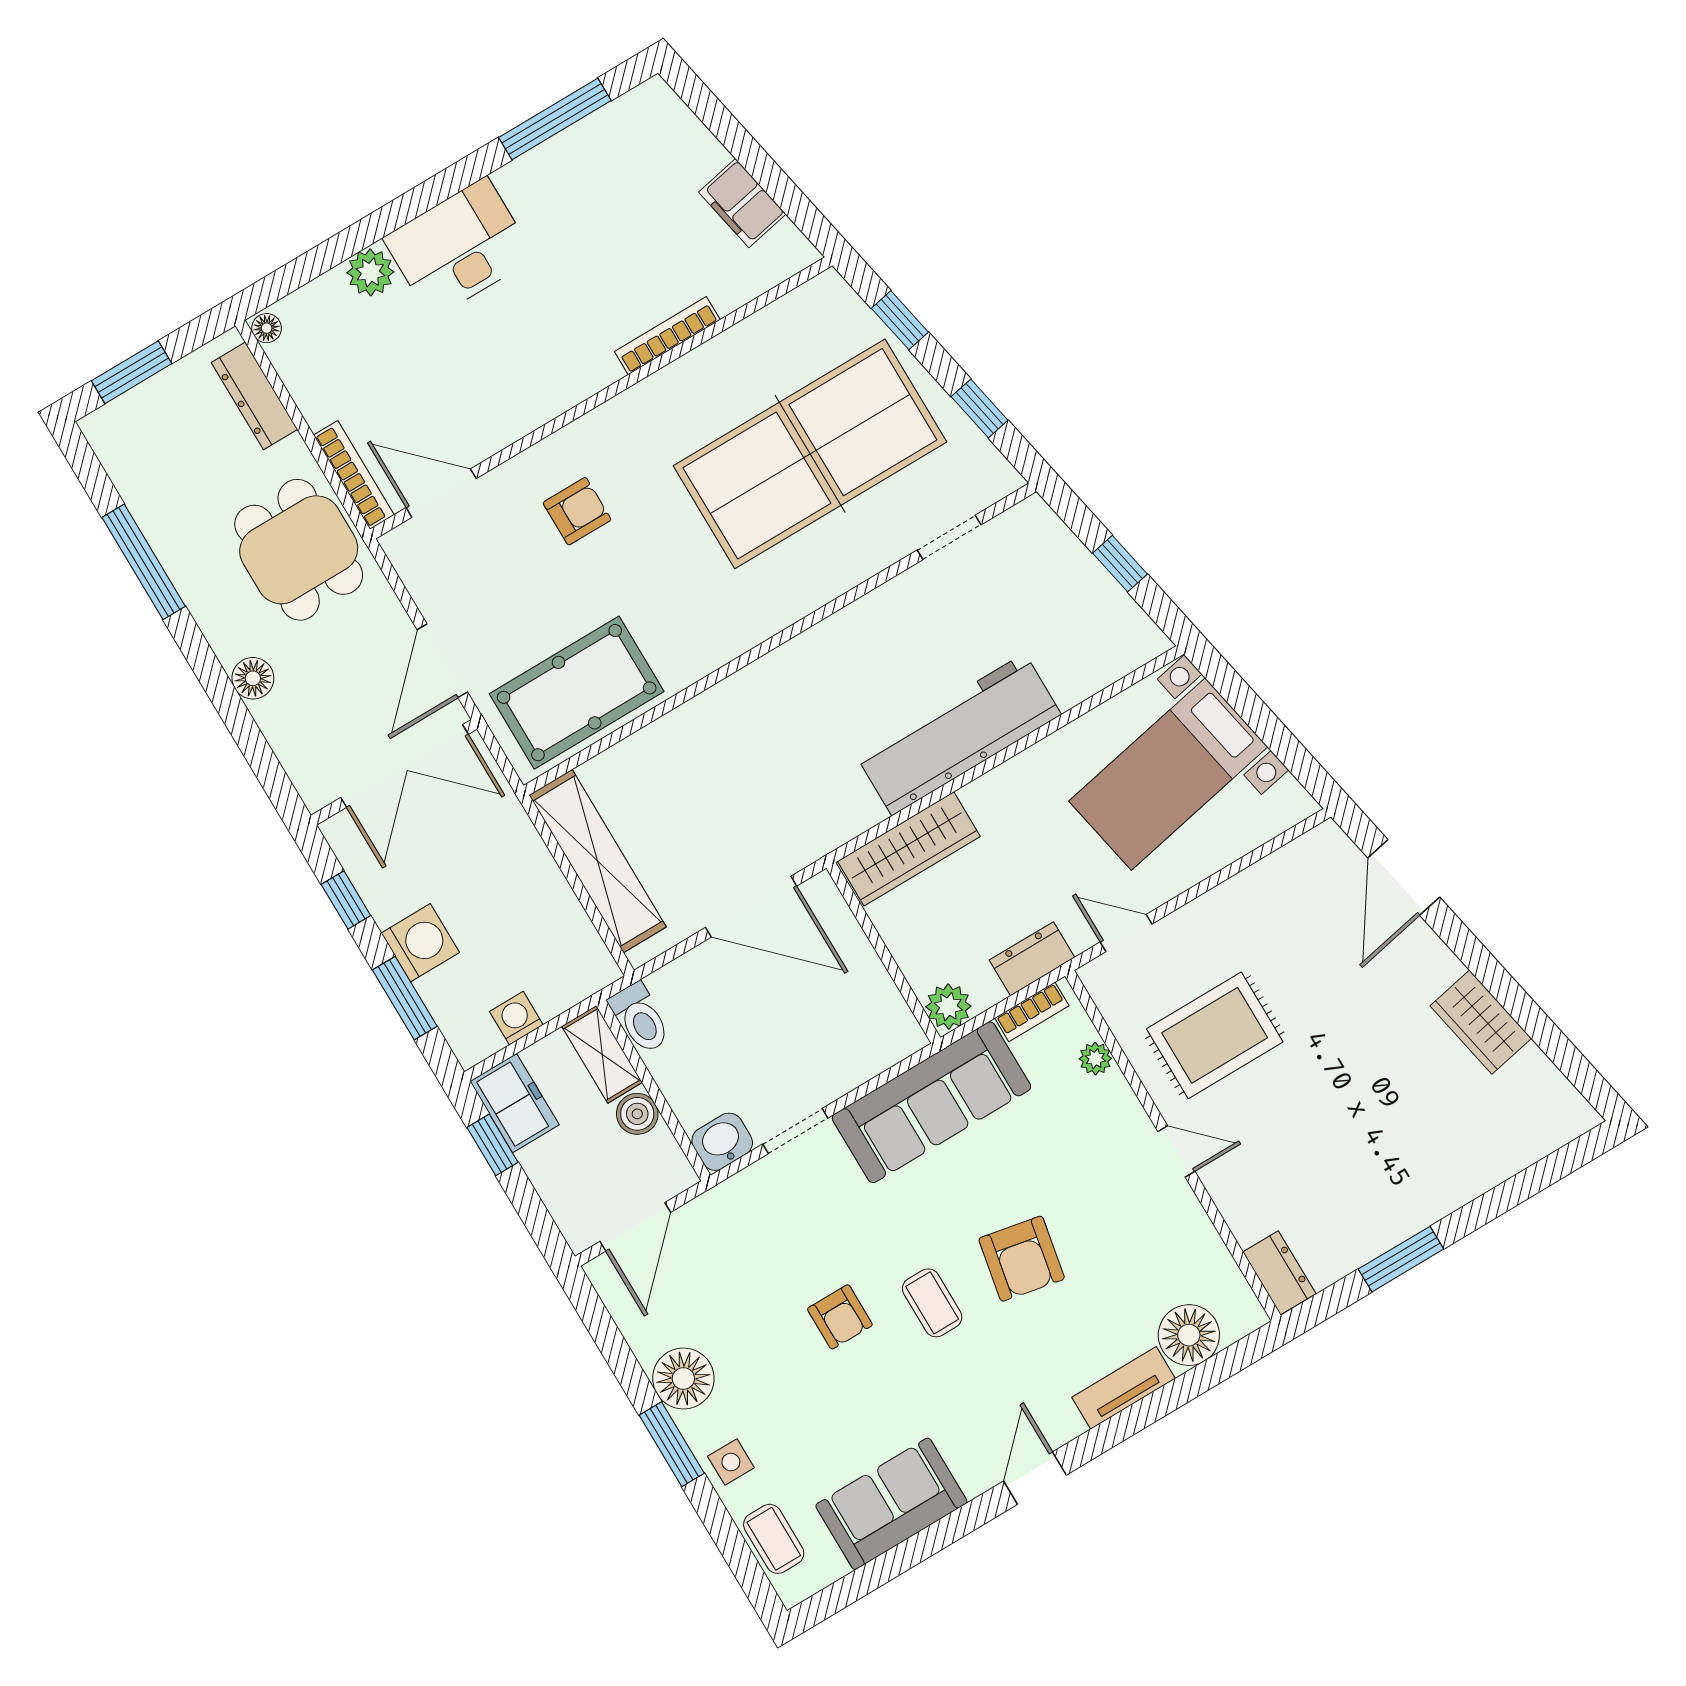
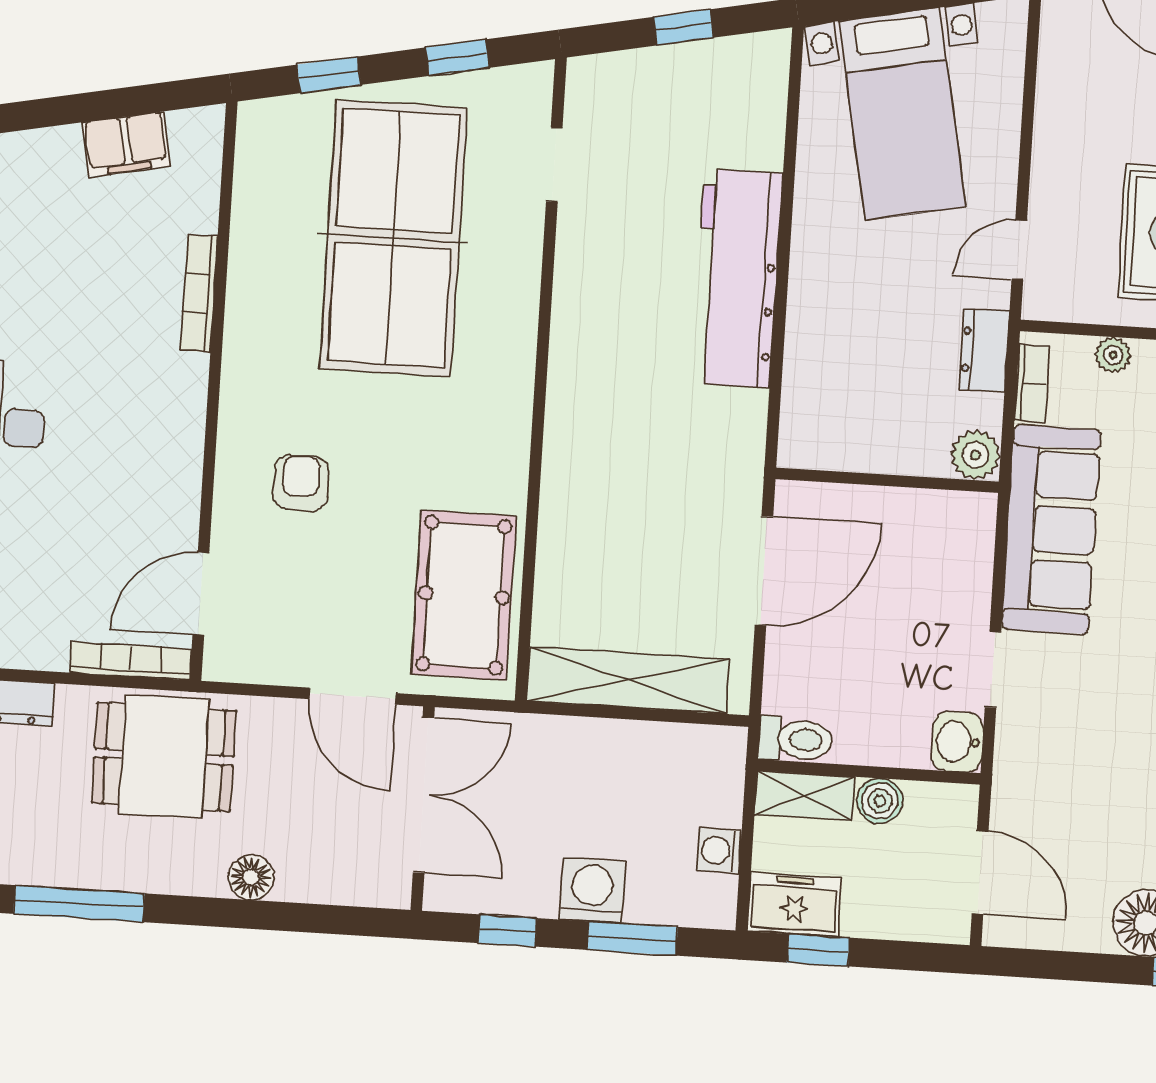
wardrobe: (909, 849) -> (809, 393), removed

